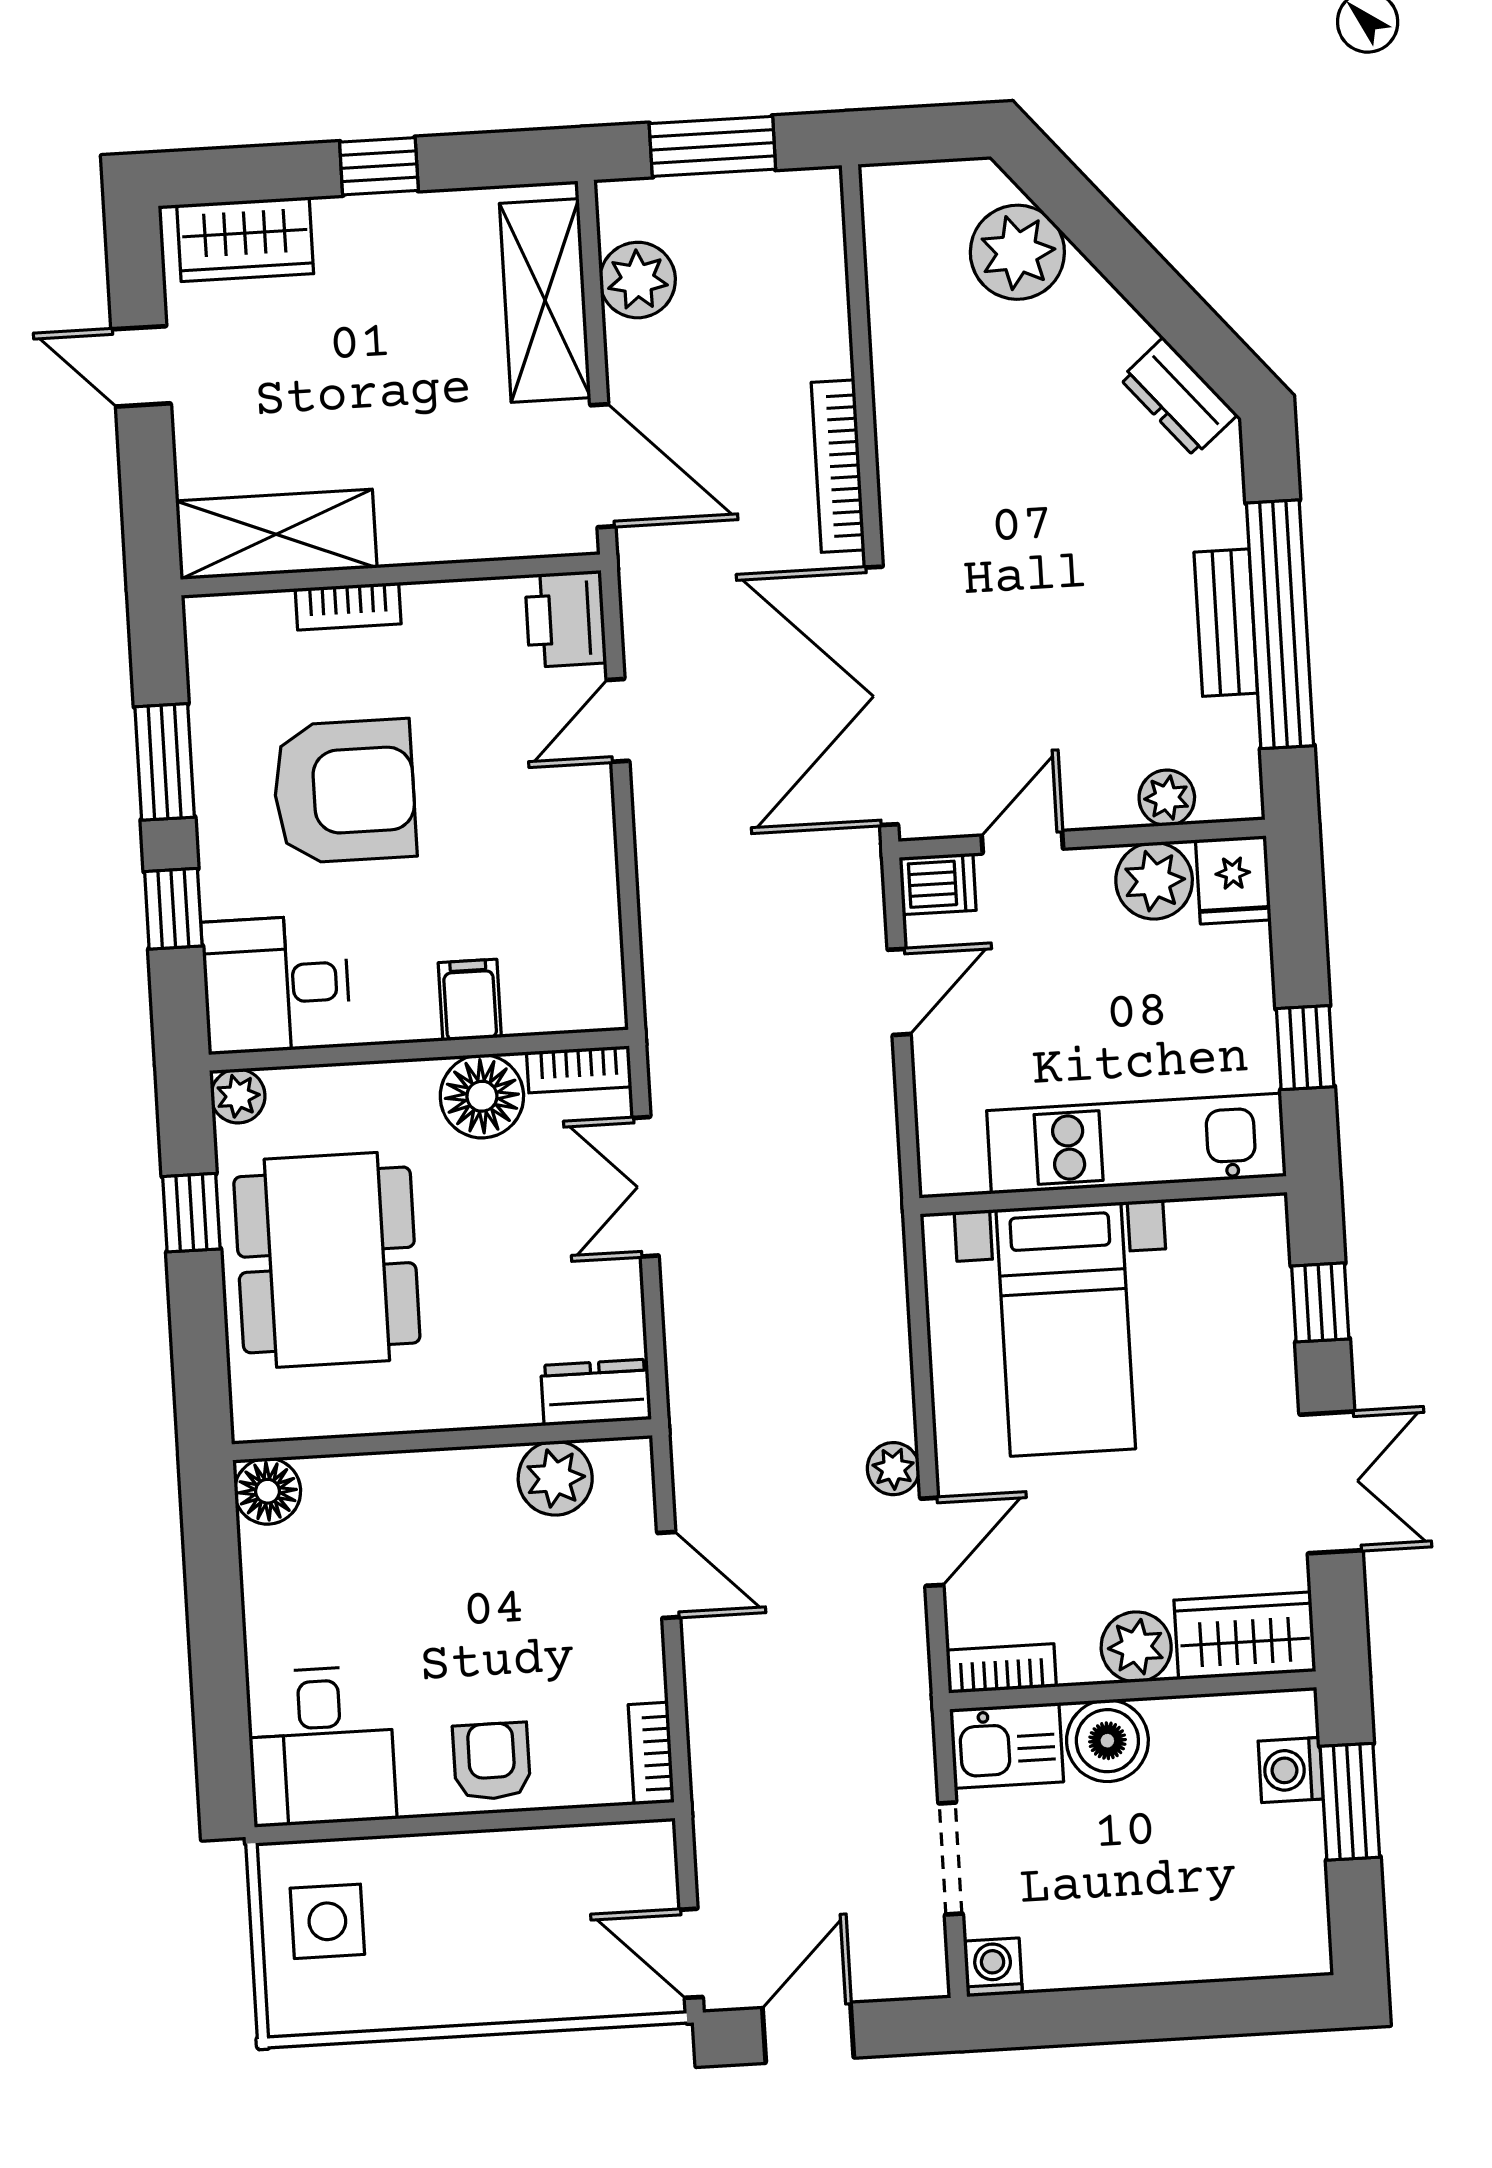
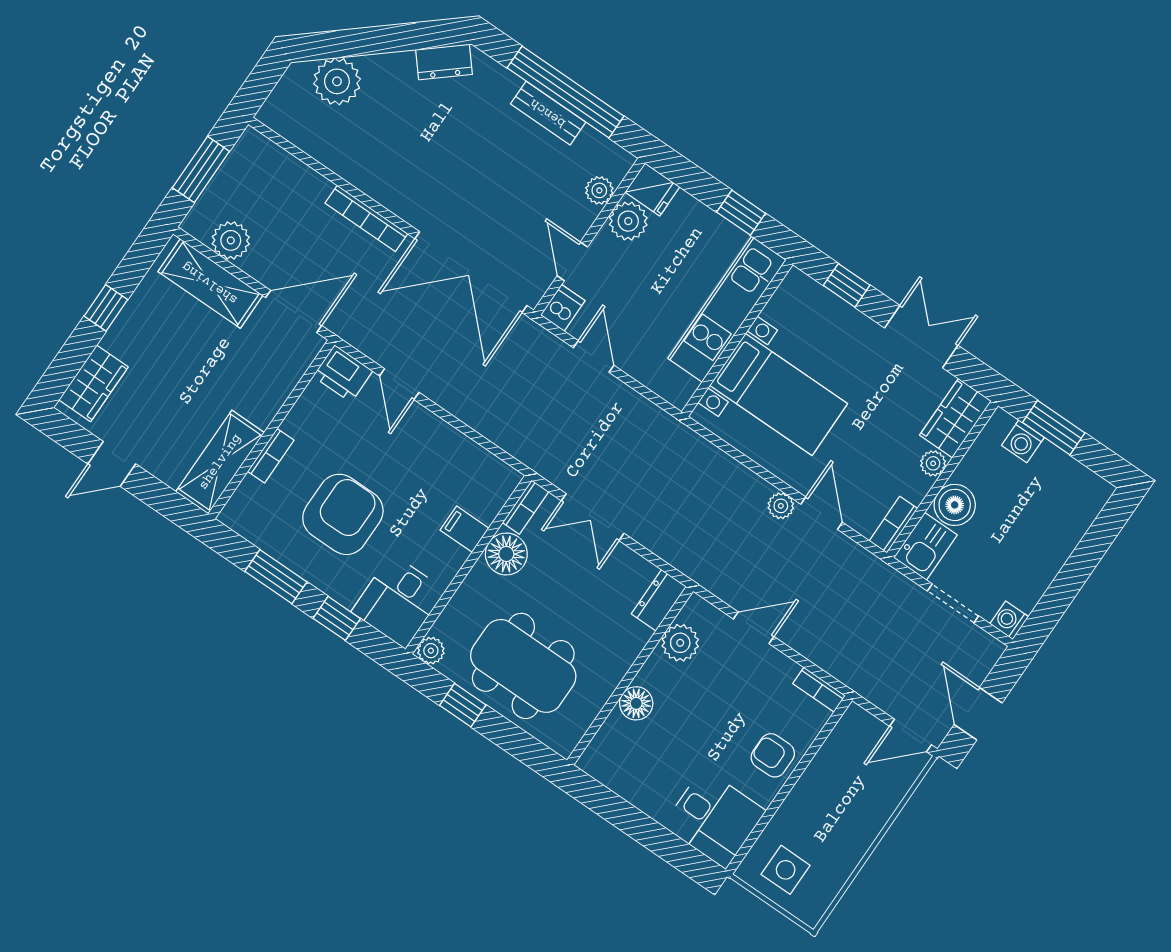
floor lamp: (268, 1491) -> (636, 703), moved
plant: (1136, 1647) -> (933, 463), width x0.73, depth x0.73

